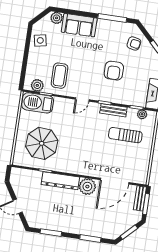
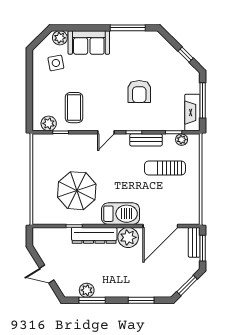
side table: (40, 40) -> (56, 63), moved
armchair: (134, 43) -> (159, 55), removed
barbecue: (38, 103) -> (121, 214), moved, turned 180
parasol: (42, 143) -> (77, 191), moved
plant: (48, 224) -> (87, 290), added

